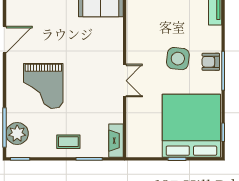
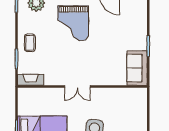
grand piano: (43, 86) -> (73, 23), turned -90

